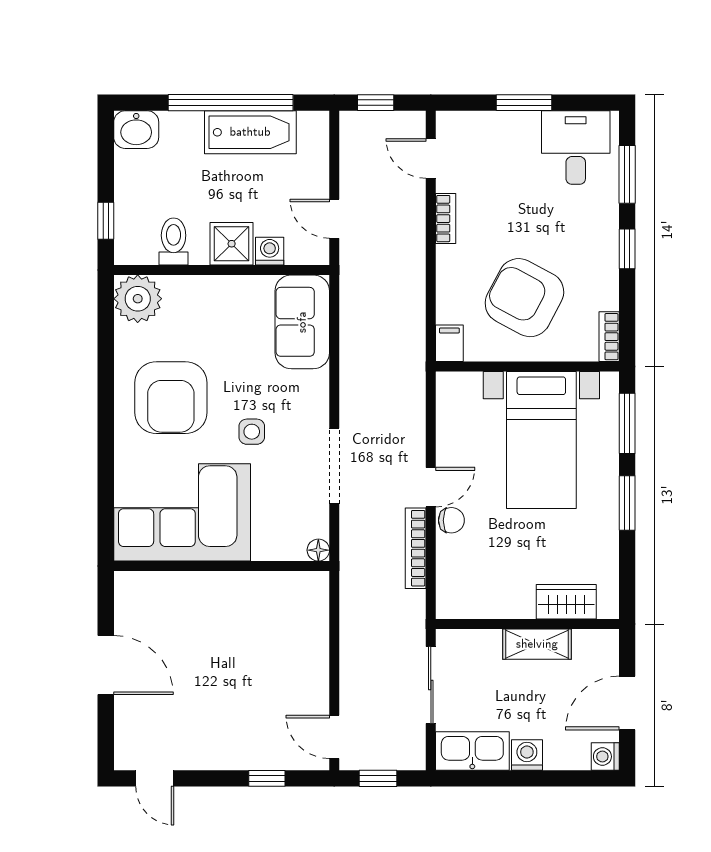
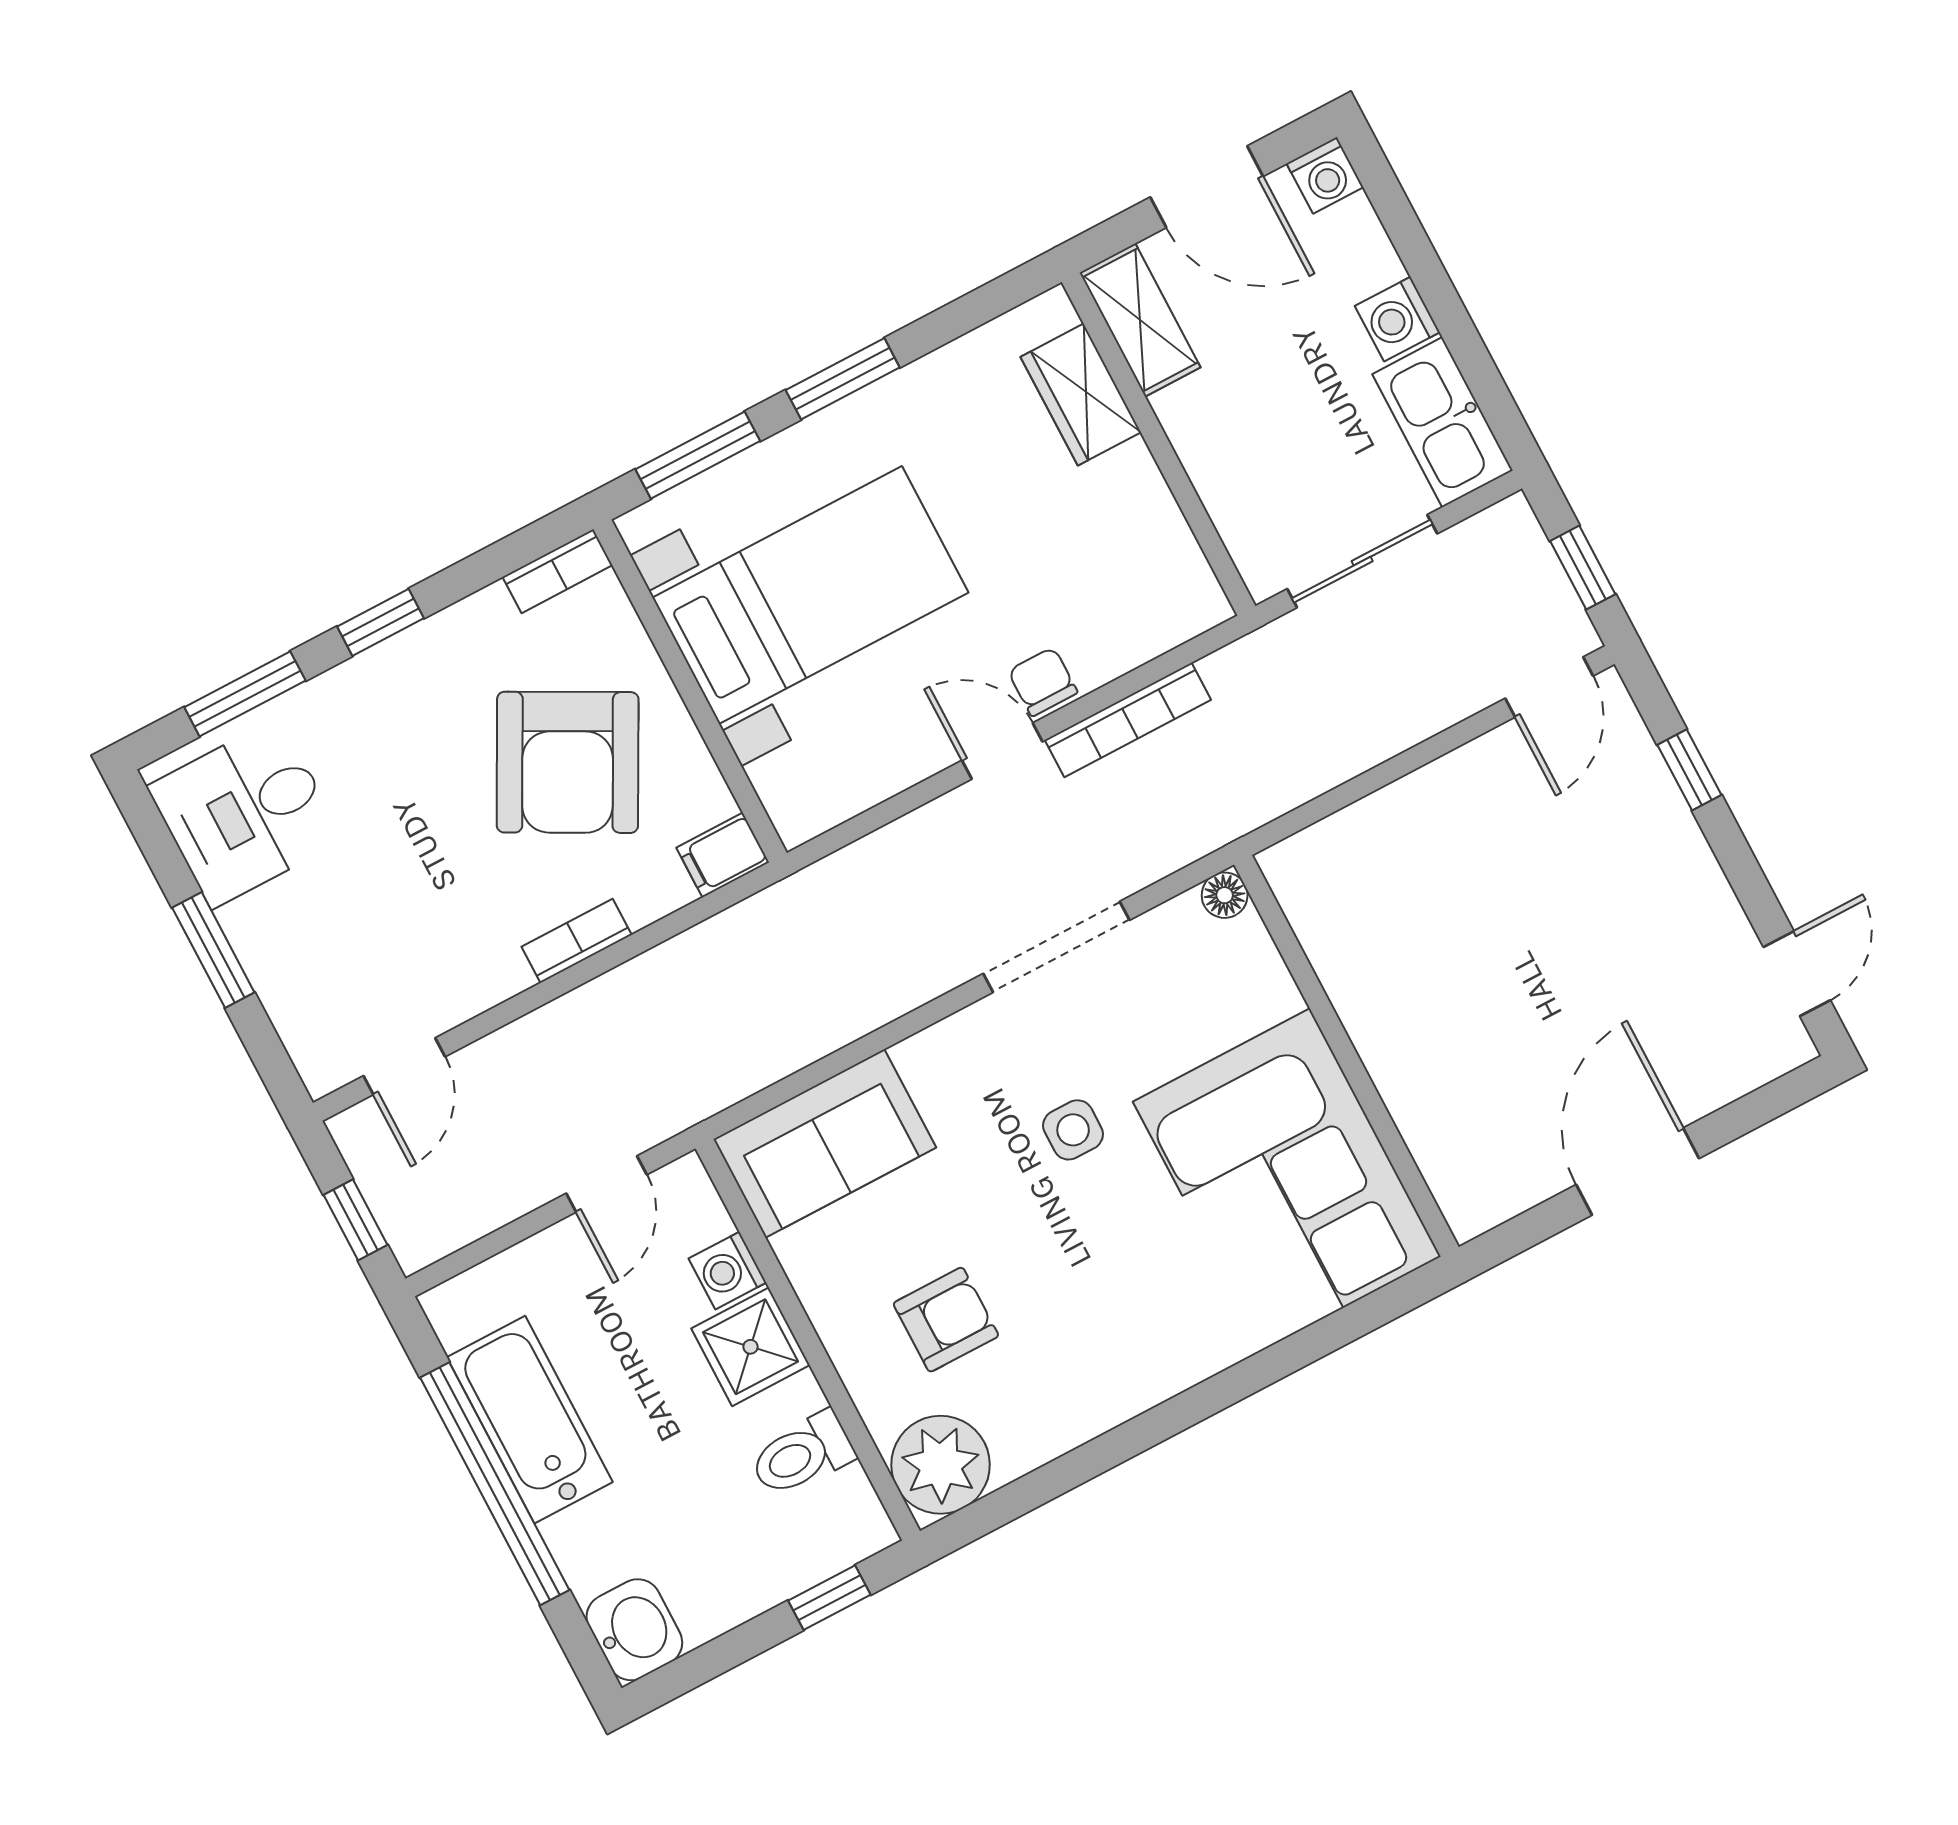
bookcase: (446, 219) -> (577, 941), moved
armchair: (171, 398) -> (946, 1320), moved, width x0.53, depth x0.53
shelving: (537, 644) -> (1140, 320), moved

